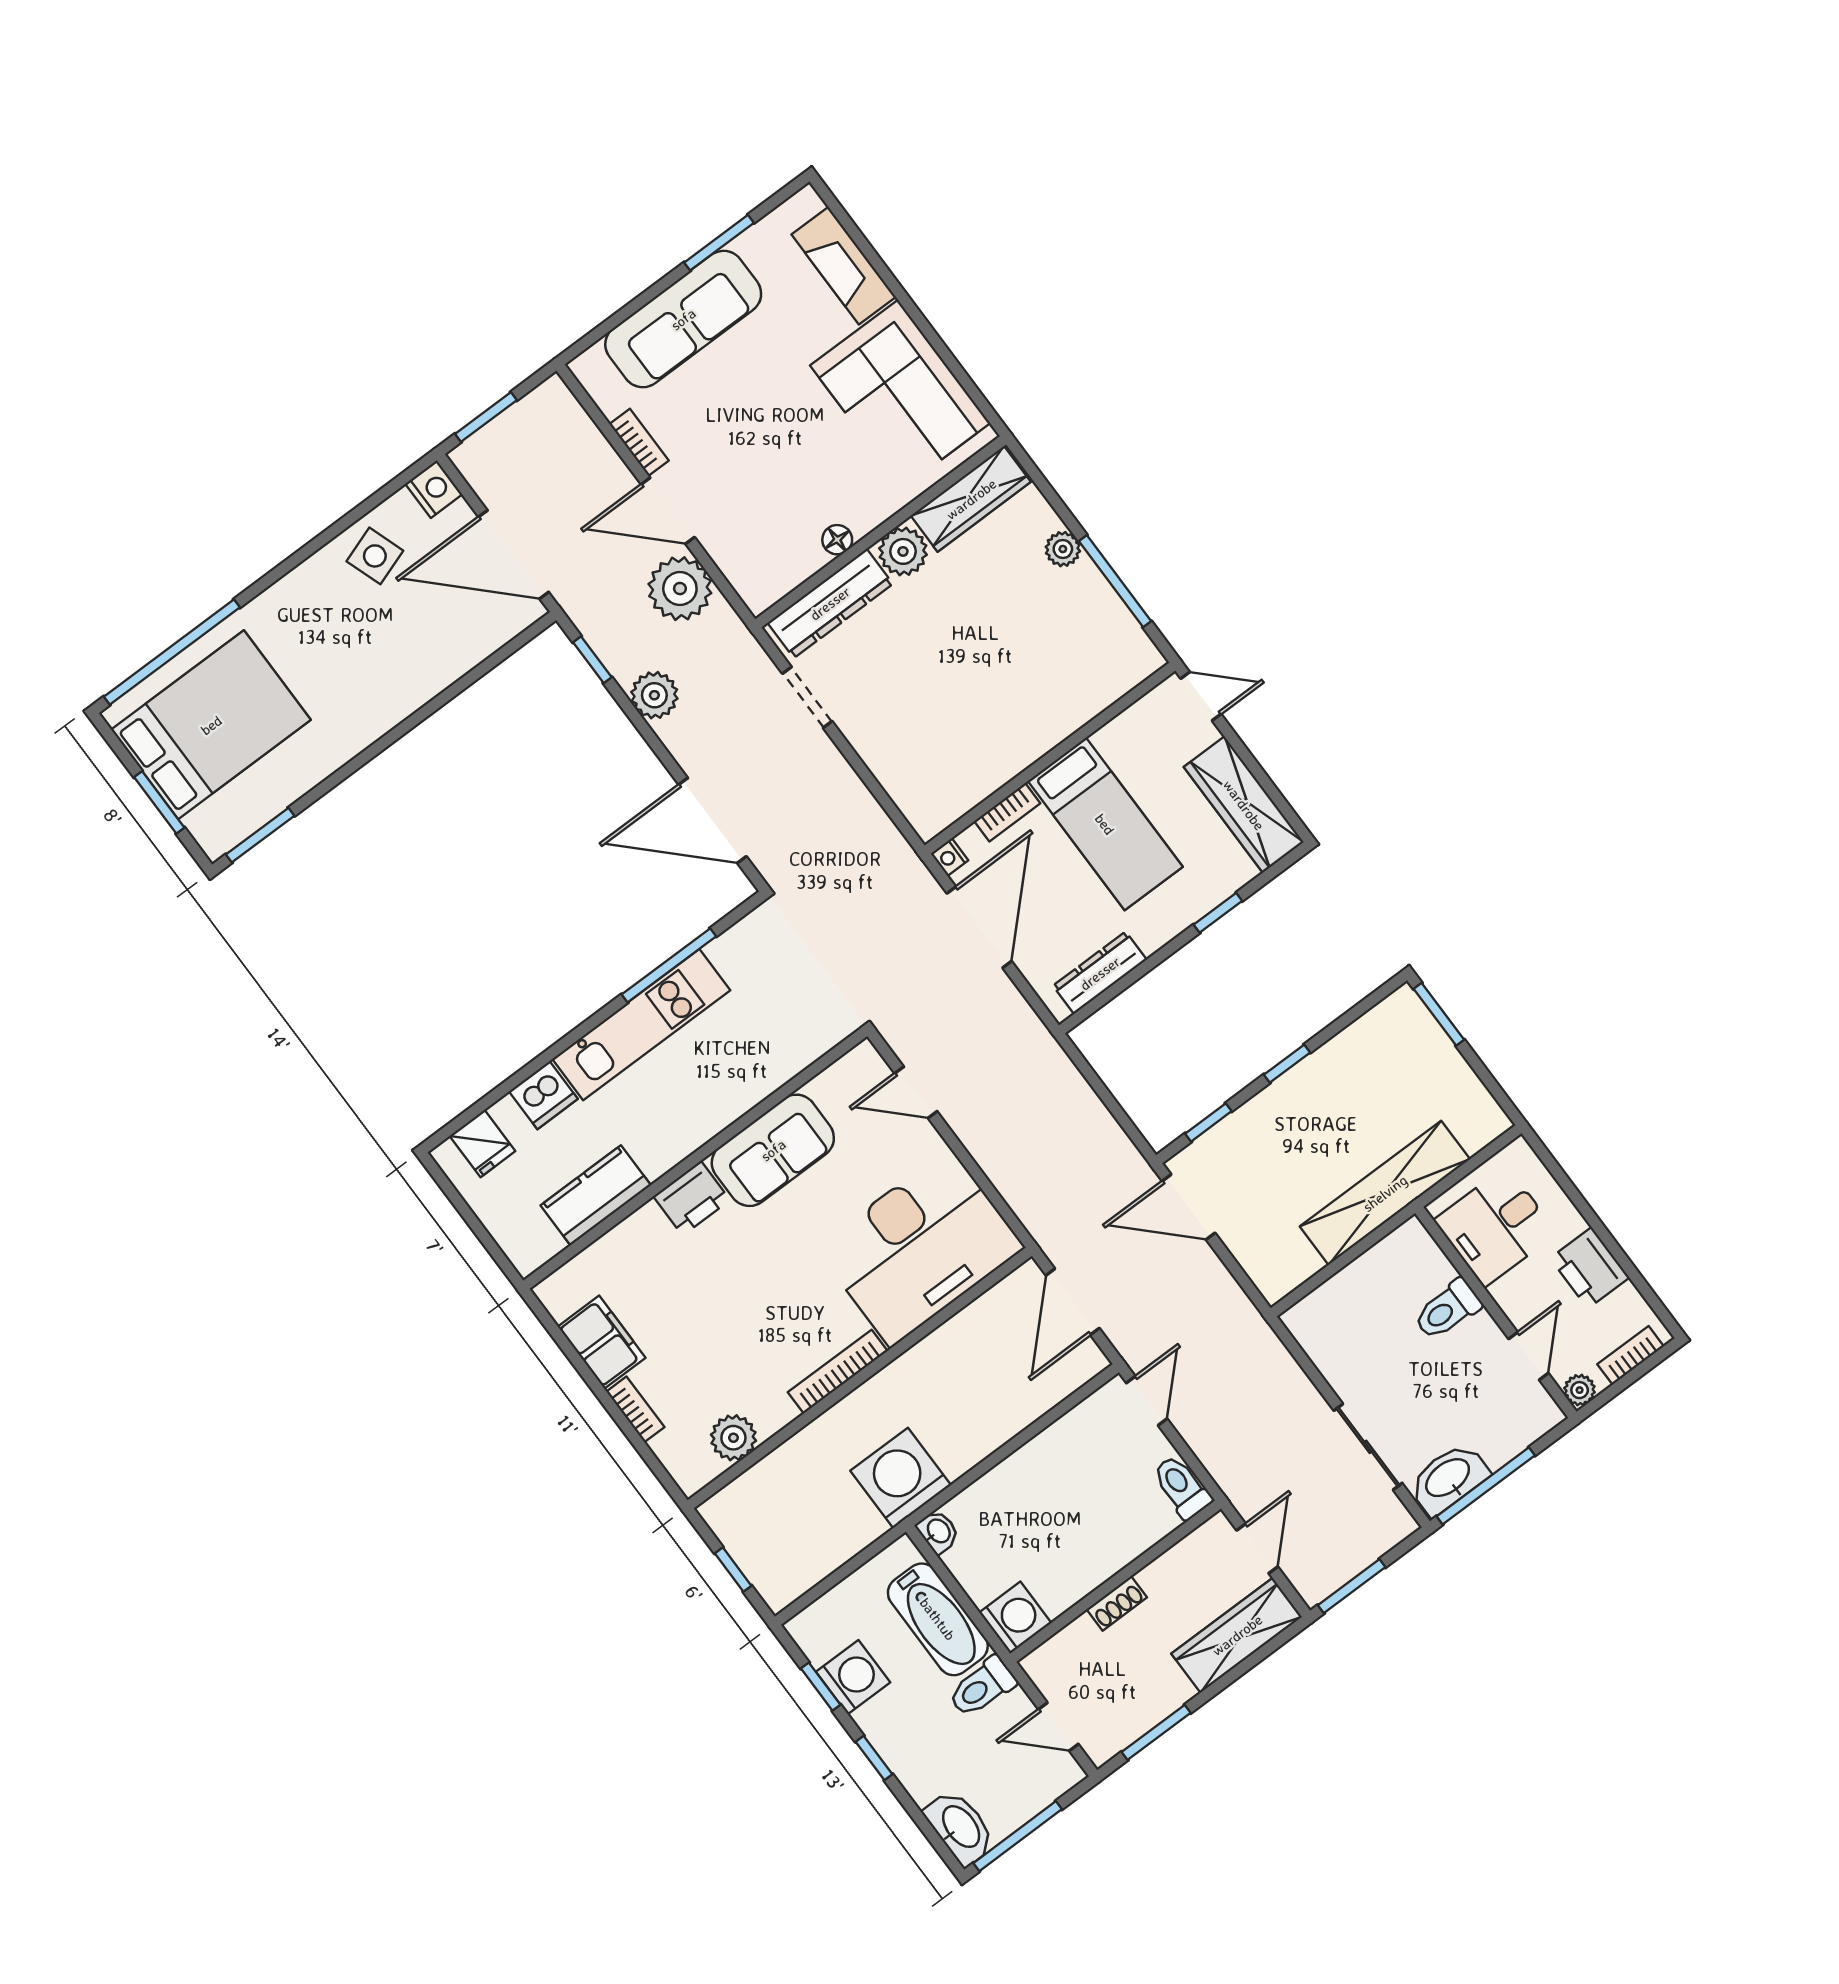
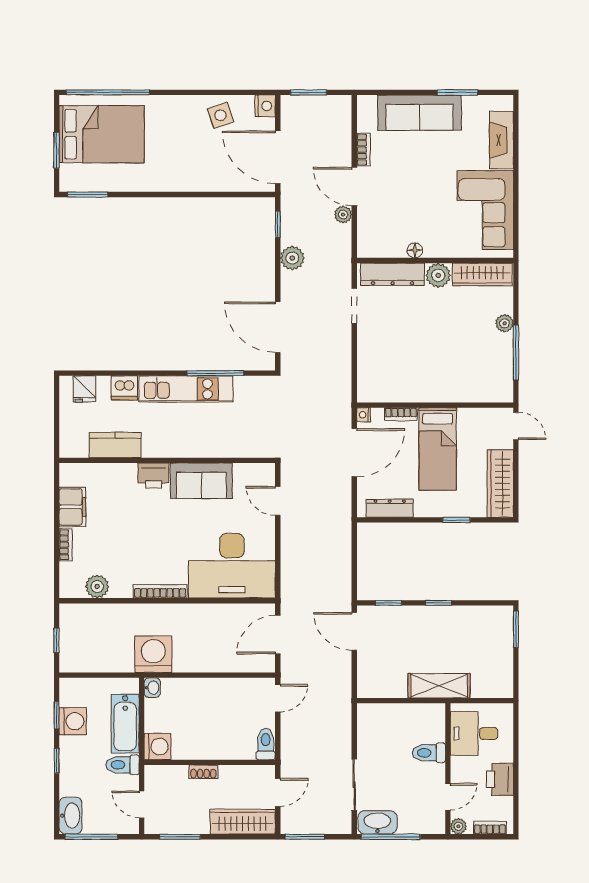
plant: (680, 589) -> (343, 215), width x0.53, depth x0.53
shelving: (1385, 1193) -> (439, 686), width x0.68

